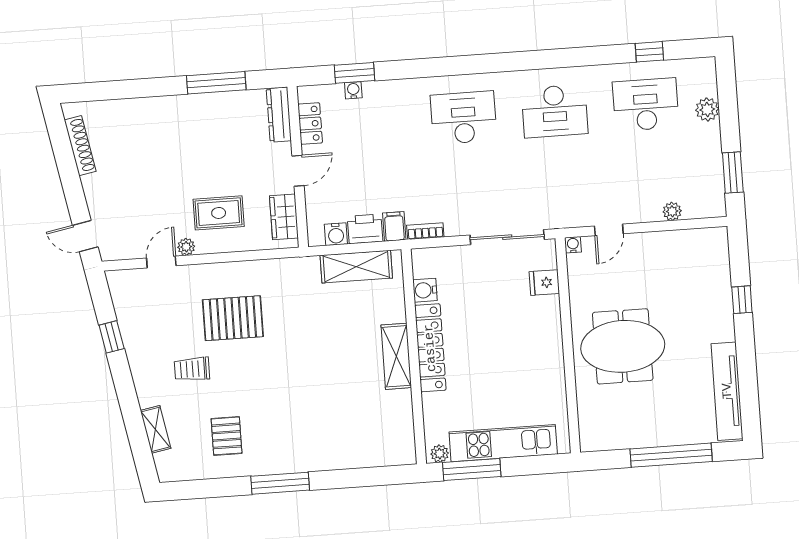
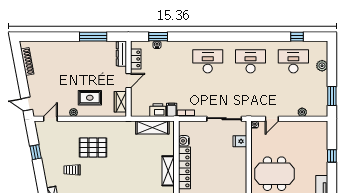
desk: (555, 111) -> (251, 61), turned 180
water cooler: (336, 234) -> (144, 112), removed
door: (161, 262) -> (50, 119), moved

